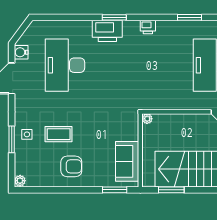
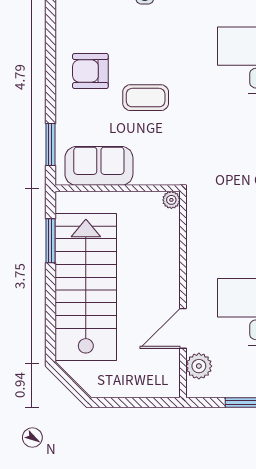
coffee table: (59, 134) -> (146, 98), moved, turned 90
armchair: (71, 166) -> (90, 71), turned 90

